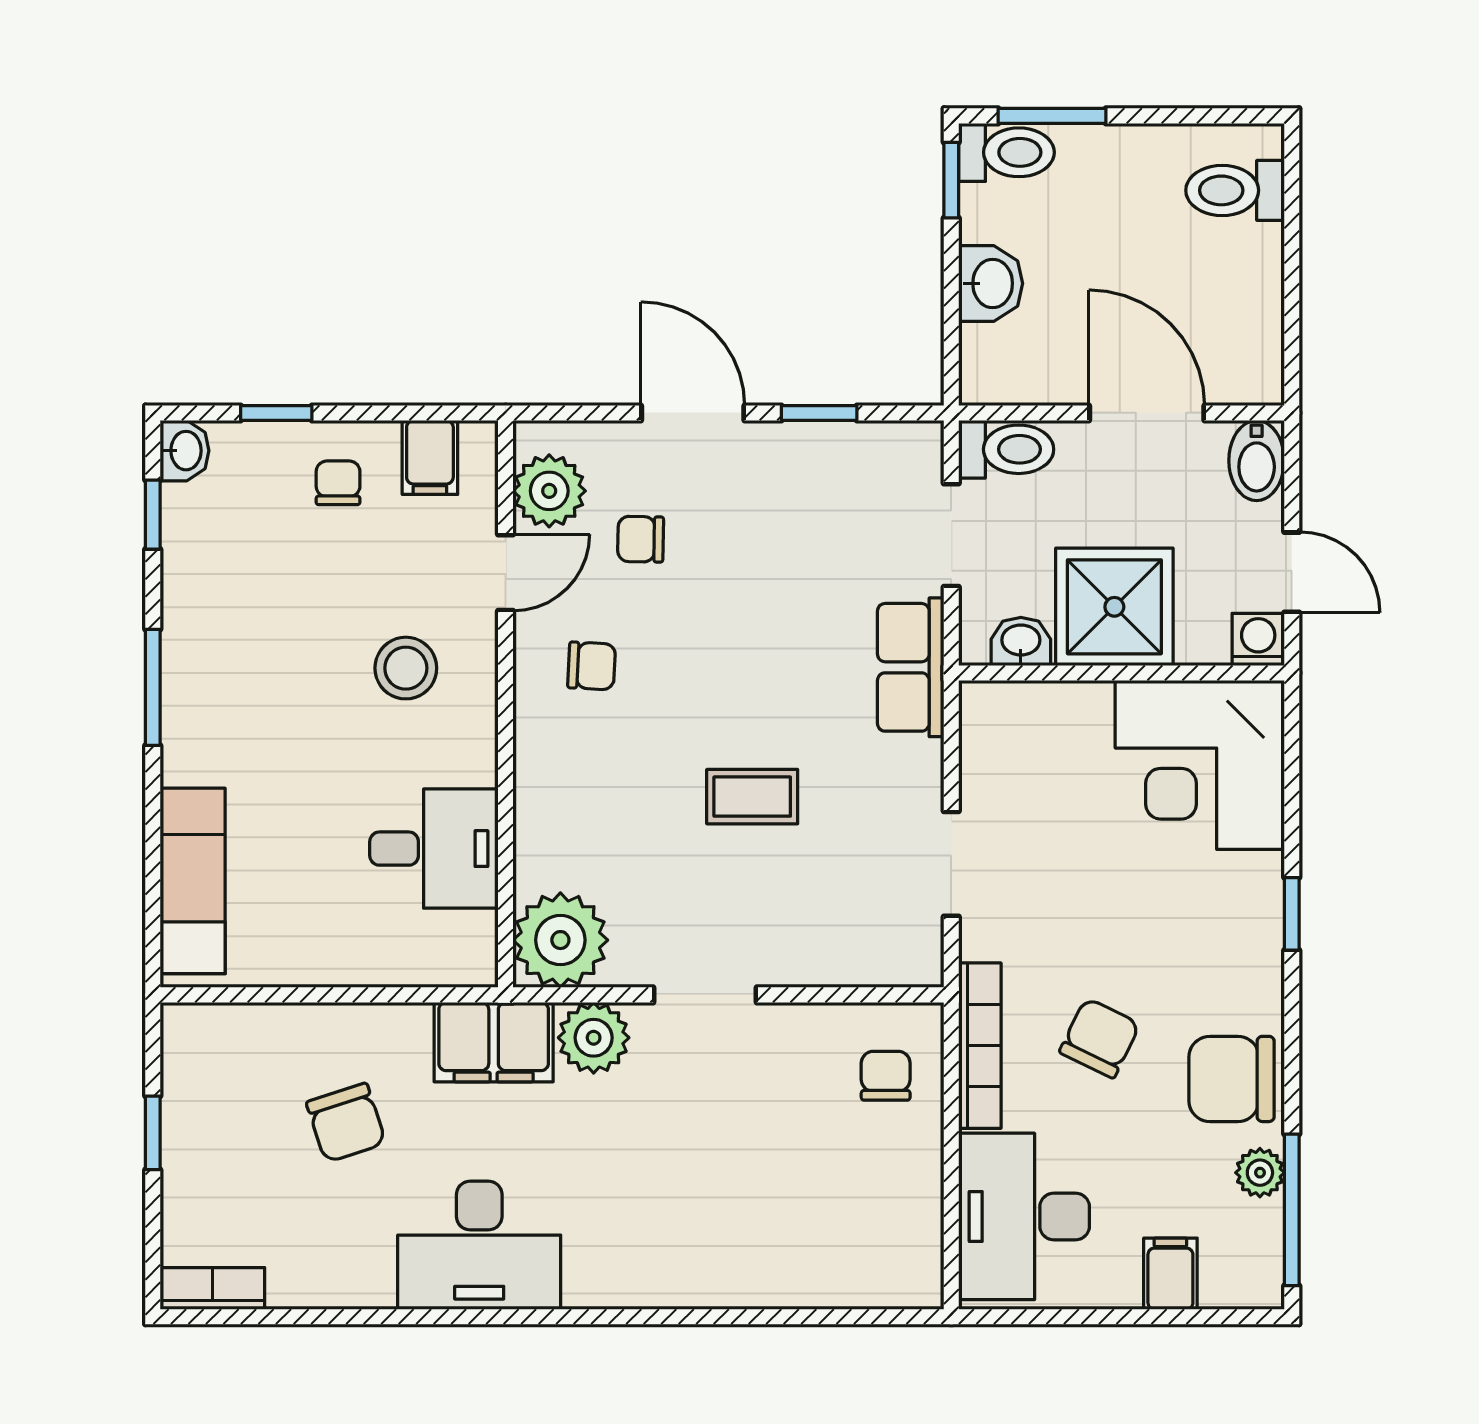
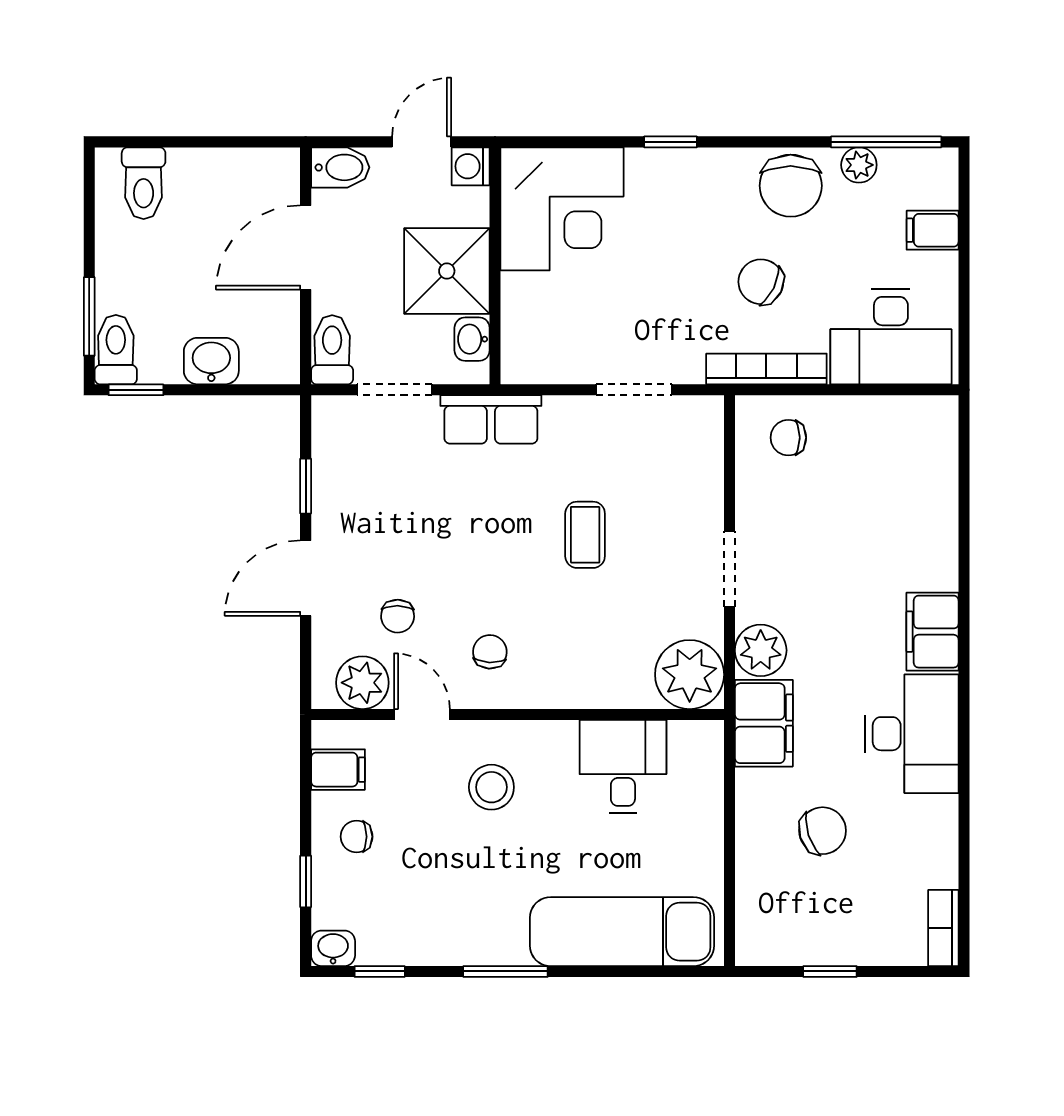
exam couch: (193, 881) -> (622, 932), width x1.36, depth x1.45
filing cabinet: (619, 1274) -> (932, 632), added

